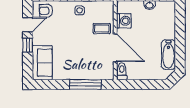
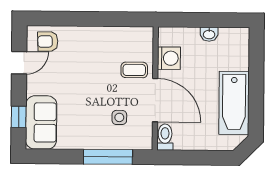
side table: (80, 10) -> (119, 117), moved
window: (28, 45) -> (19, 117), moved
bathtub: (168, 55) -> (234, 103), width x1.36, depth x1.36

